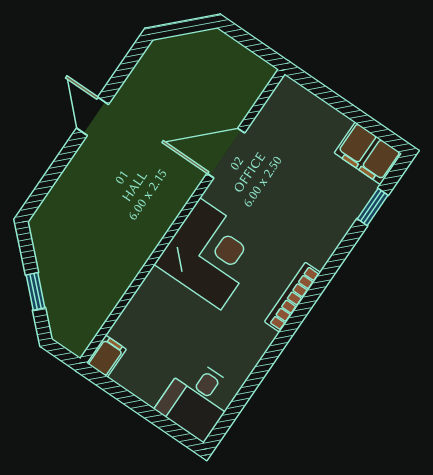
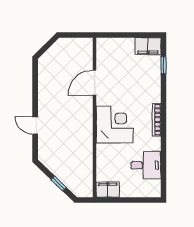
door: (93, 116) -> (35, 125), moved
filing cabinet: (106, 356) -> (108, 190), width x2.00
desk: (197, 399) -> (146, 165), moved, turned -90

